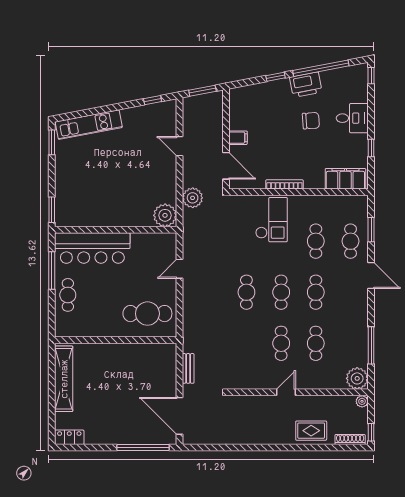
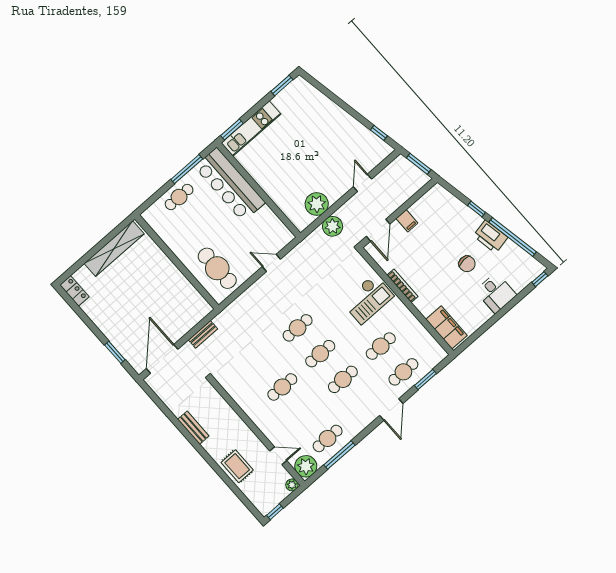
kitchen unit: (89, 125) -> (251, 129), moved, turned -79
window: (371, 148) -> (486, 326), removed
plant: (165, 215) -> (317, 204), moved
cafe table: (316, 343) -> (328, 438), moved
door: (286, 392) -> (278, 456), moved
bench: (253, 438) -> (193, 428), added
shoe rack: (350, 439) -> (256, 501), removed
window: (143, 447) -> (115, 352), width x0.47

